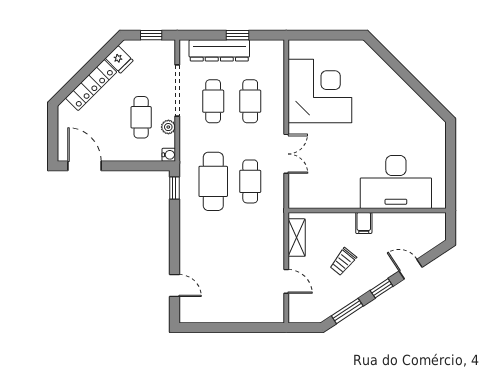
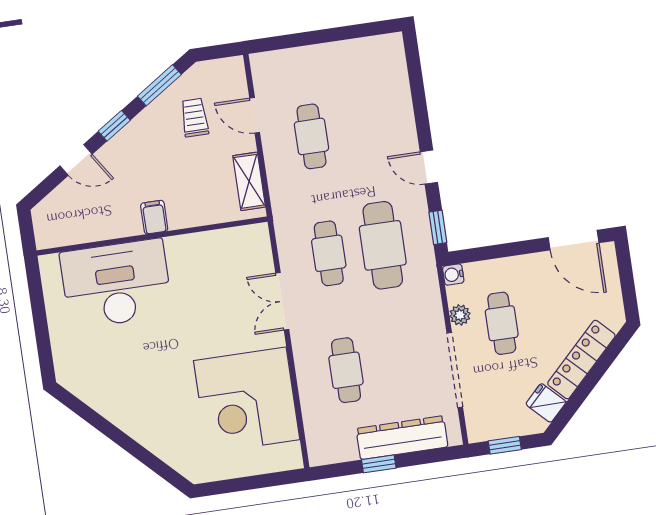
cafe table: (213, 101) -> (311, 136), moved
trolley: (343, 262) -> (195, 118), moved, turned -39
door: (174, 286) -> (429, 167), moved

